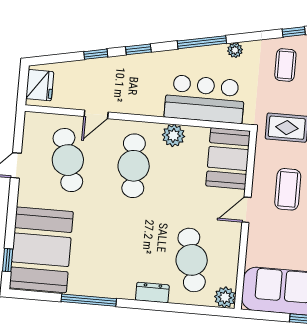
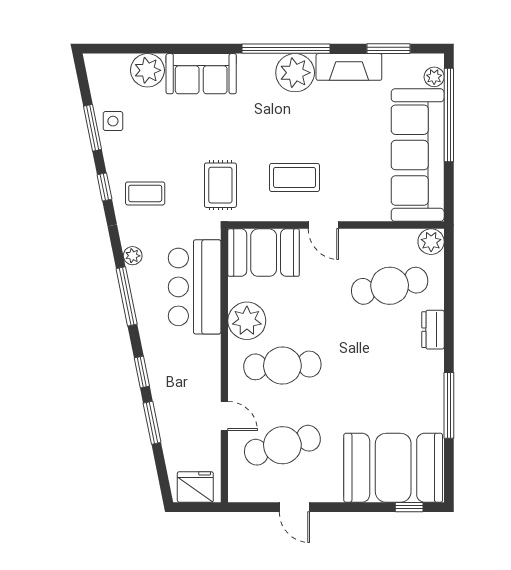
window: (96, 54) -> (152, 423), width x1.50
plant: (173, 136) -> (247, 321), width x1.36, depth x1.36

